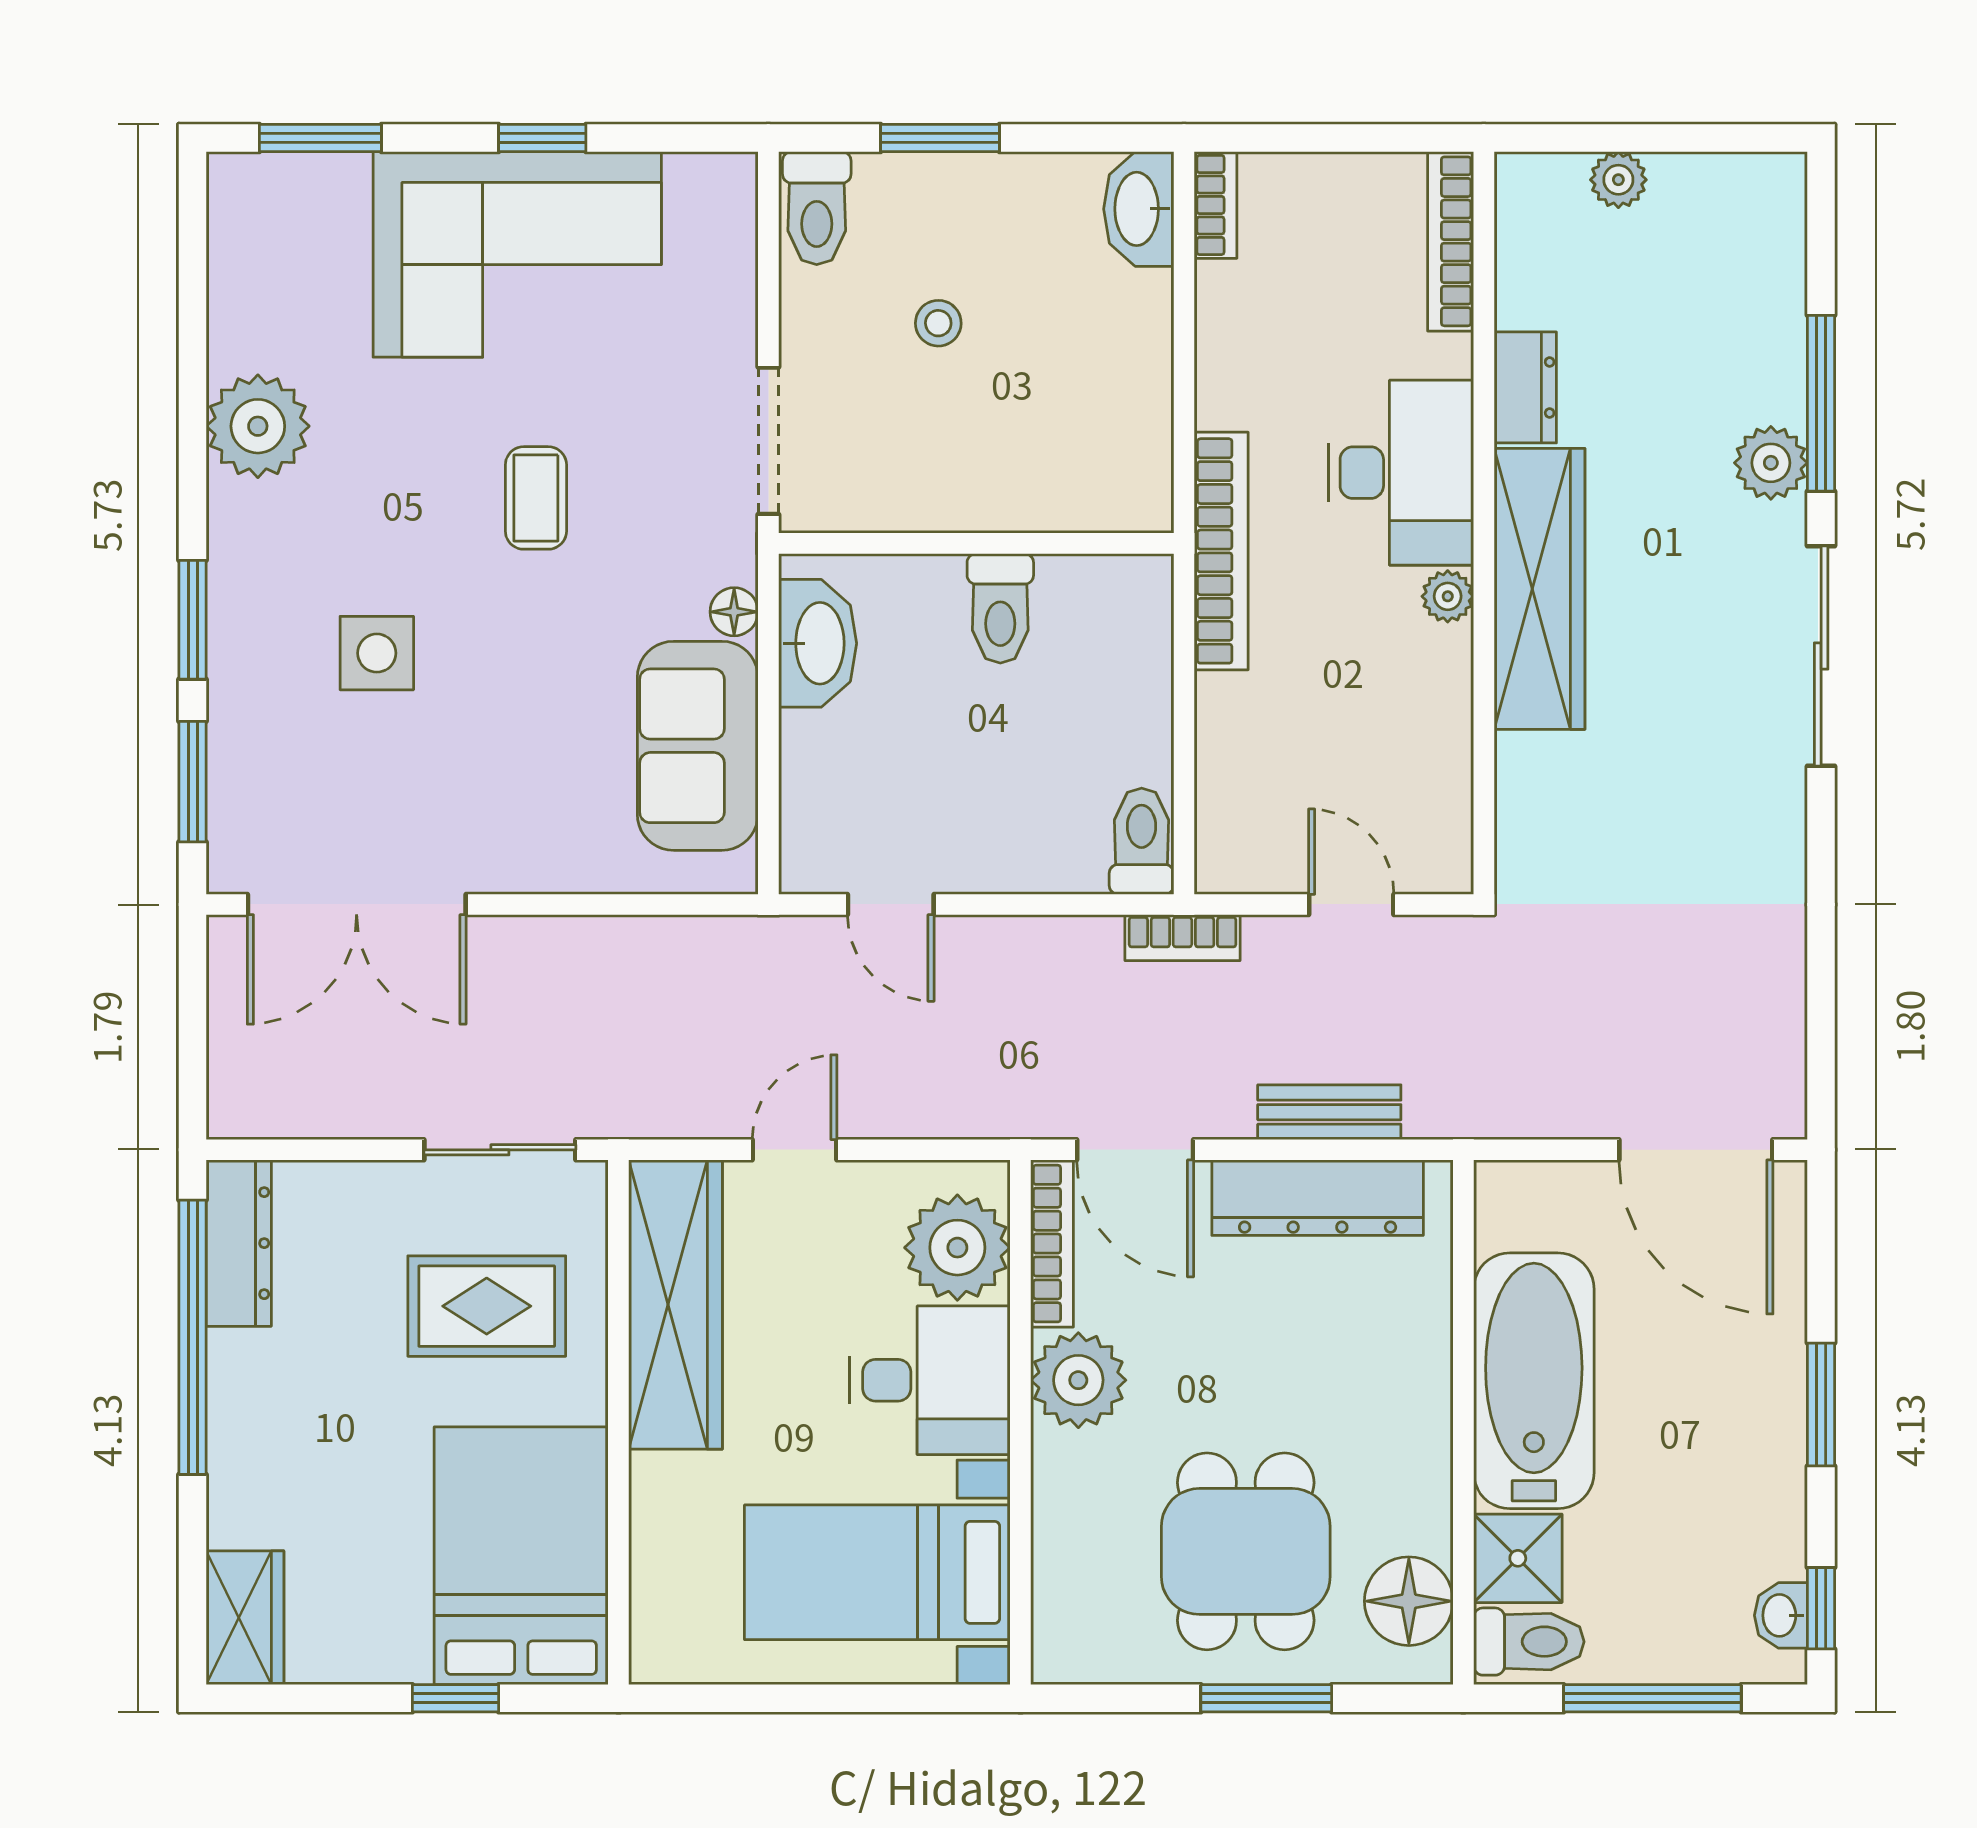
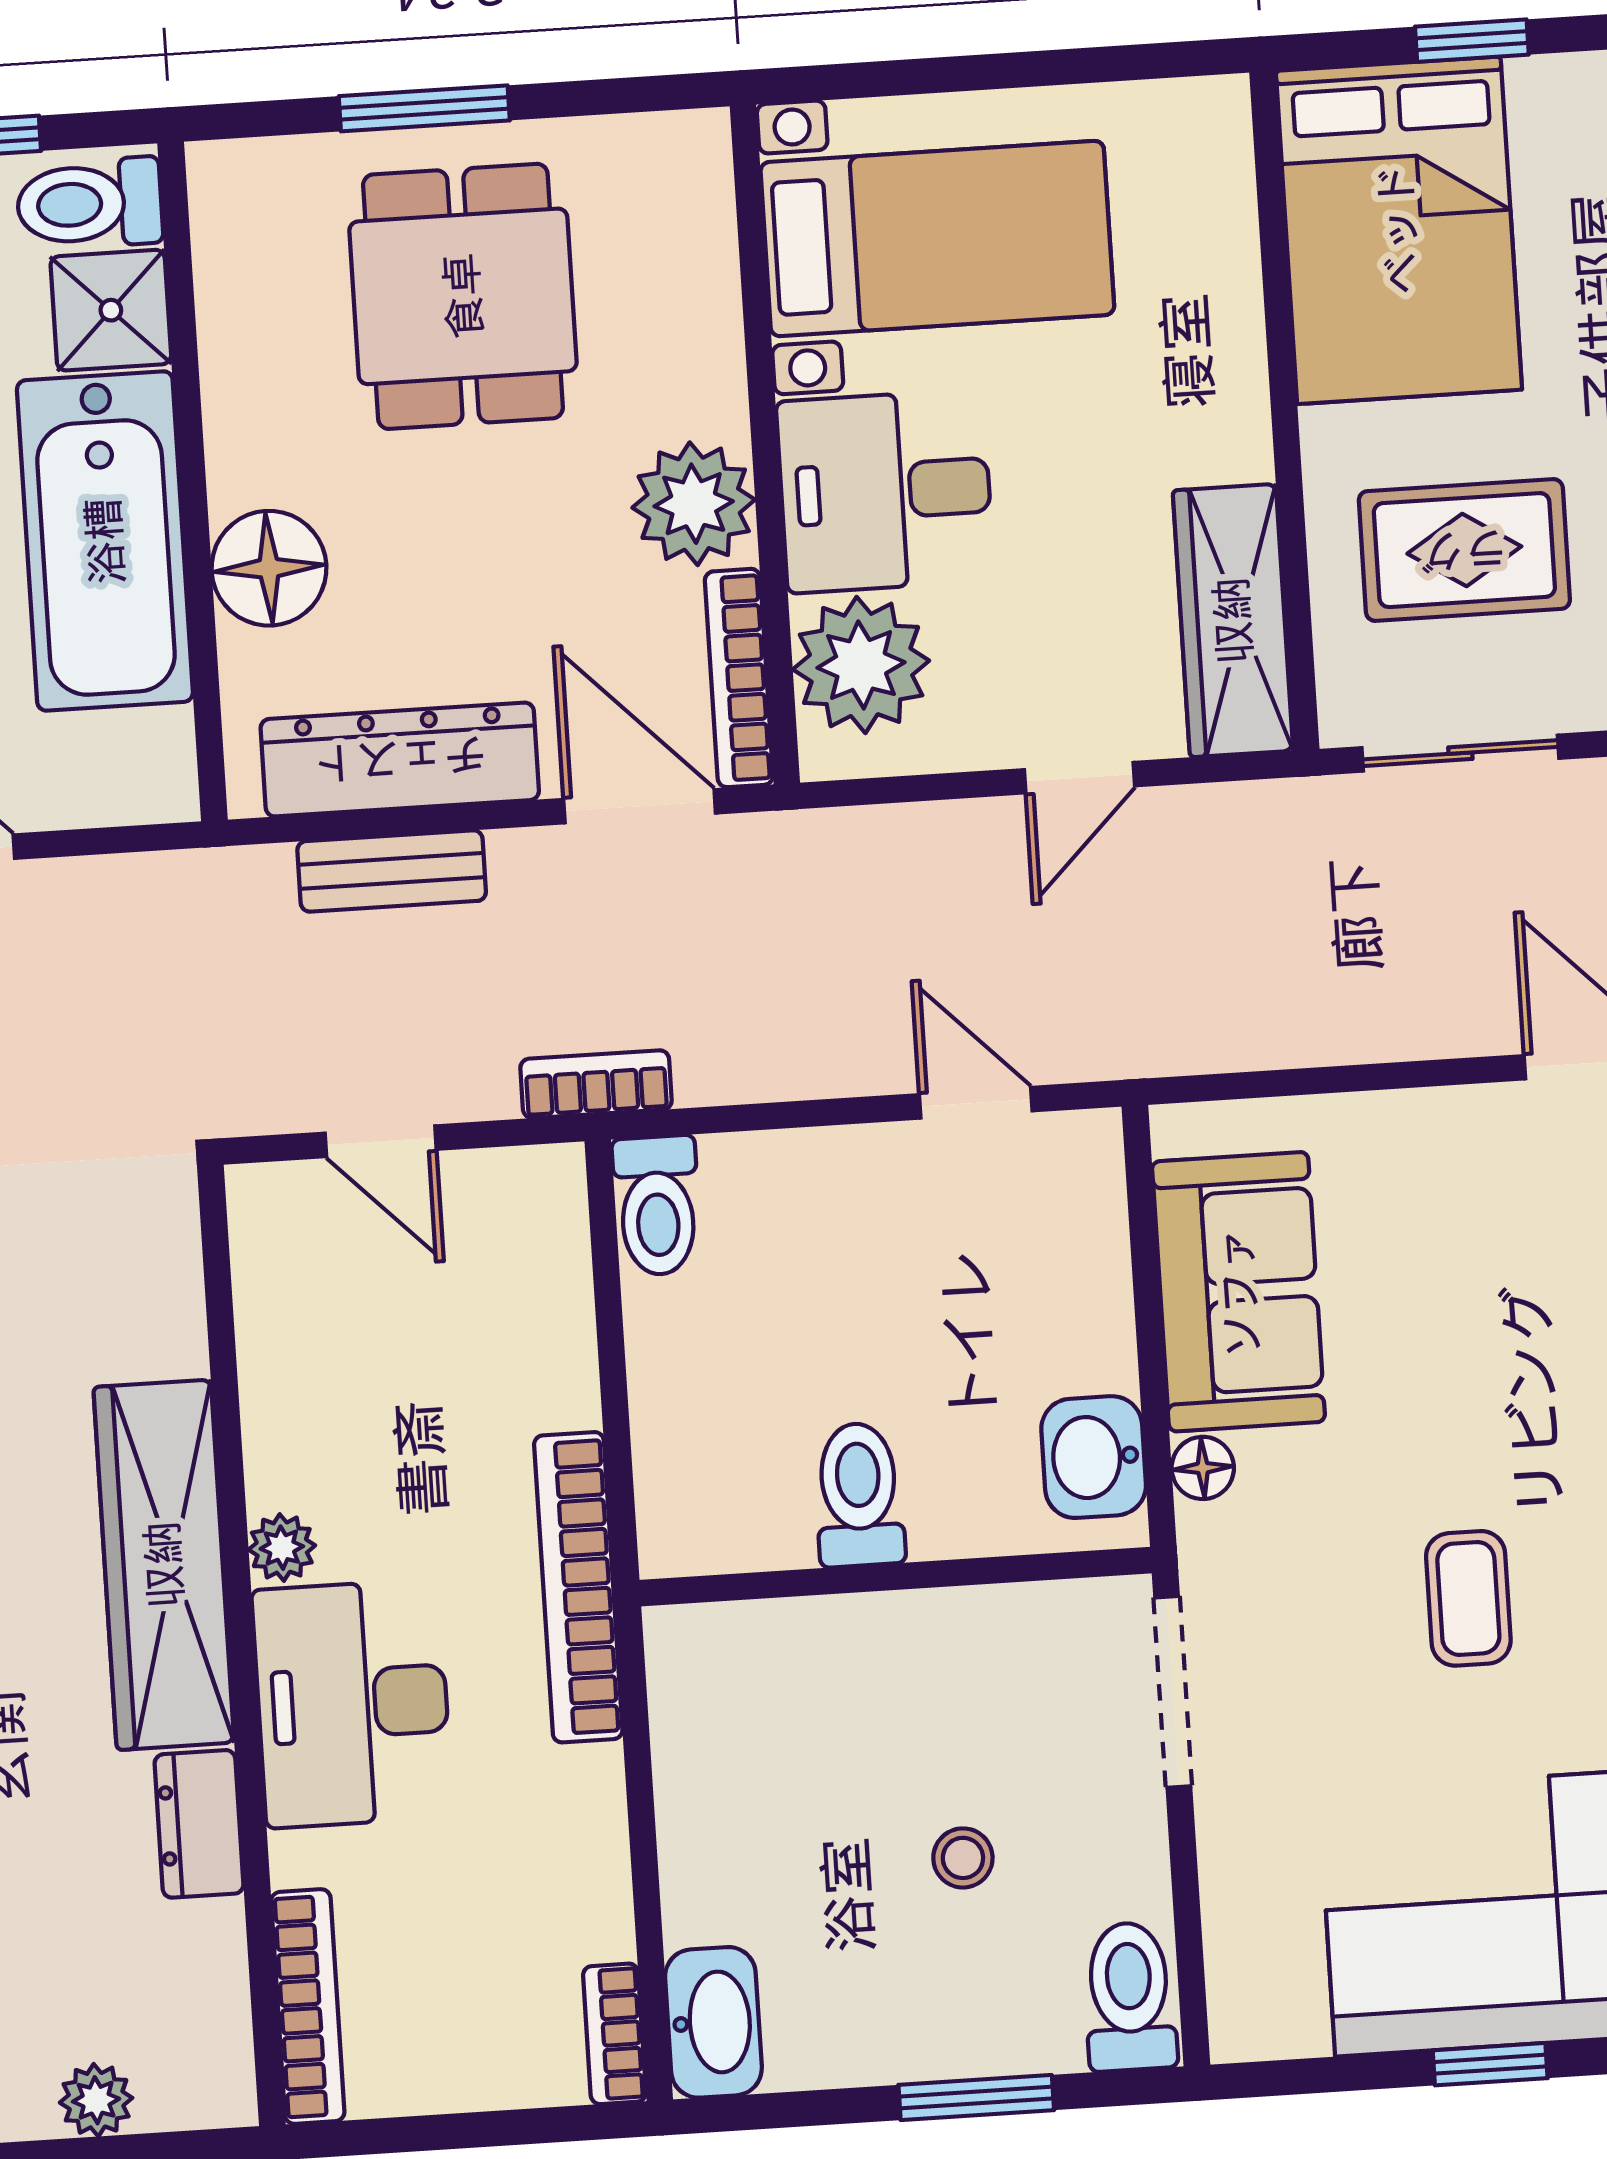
washbasin: (818, 643) -> (1094, 1457), width x0.72
wardrobe: (676, 1305) -> (1233, 621), width x0.71, depth x0.85
floor lamp: (1409, 1601) -> (269, 568), moved

